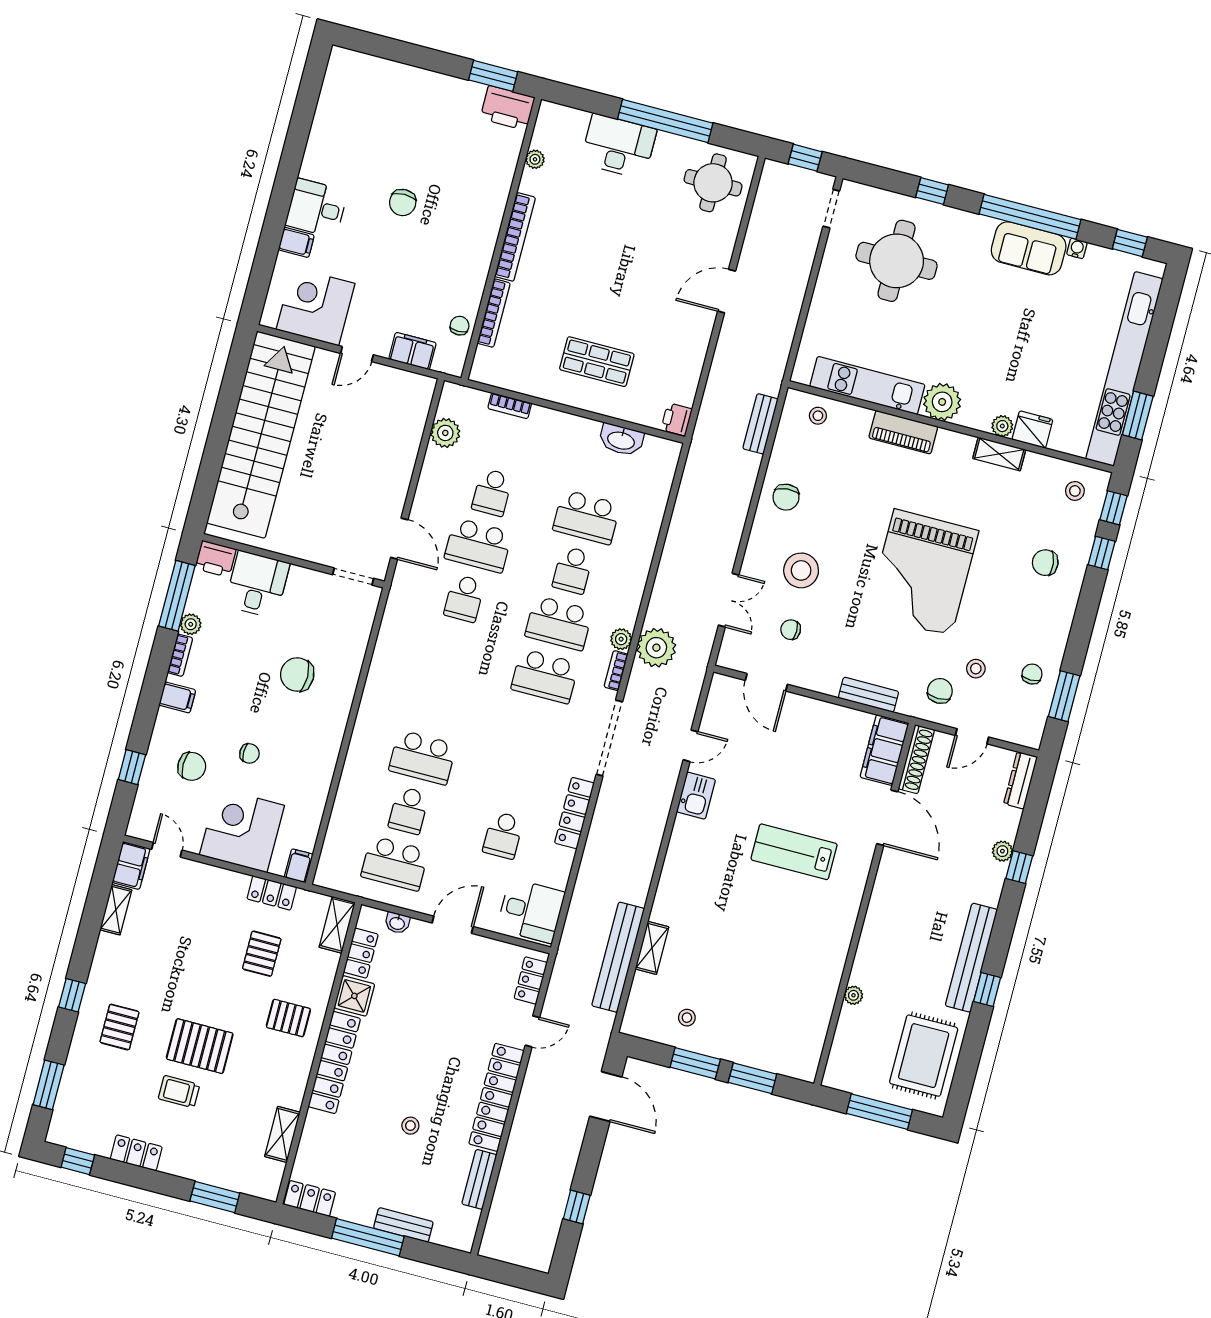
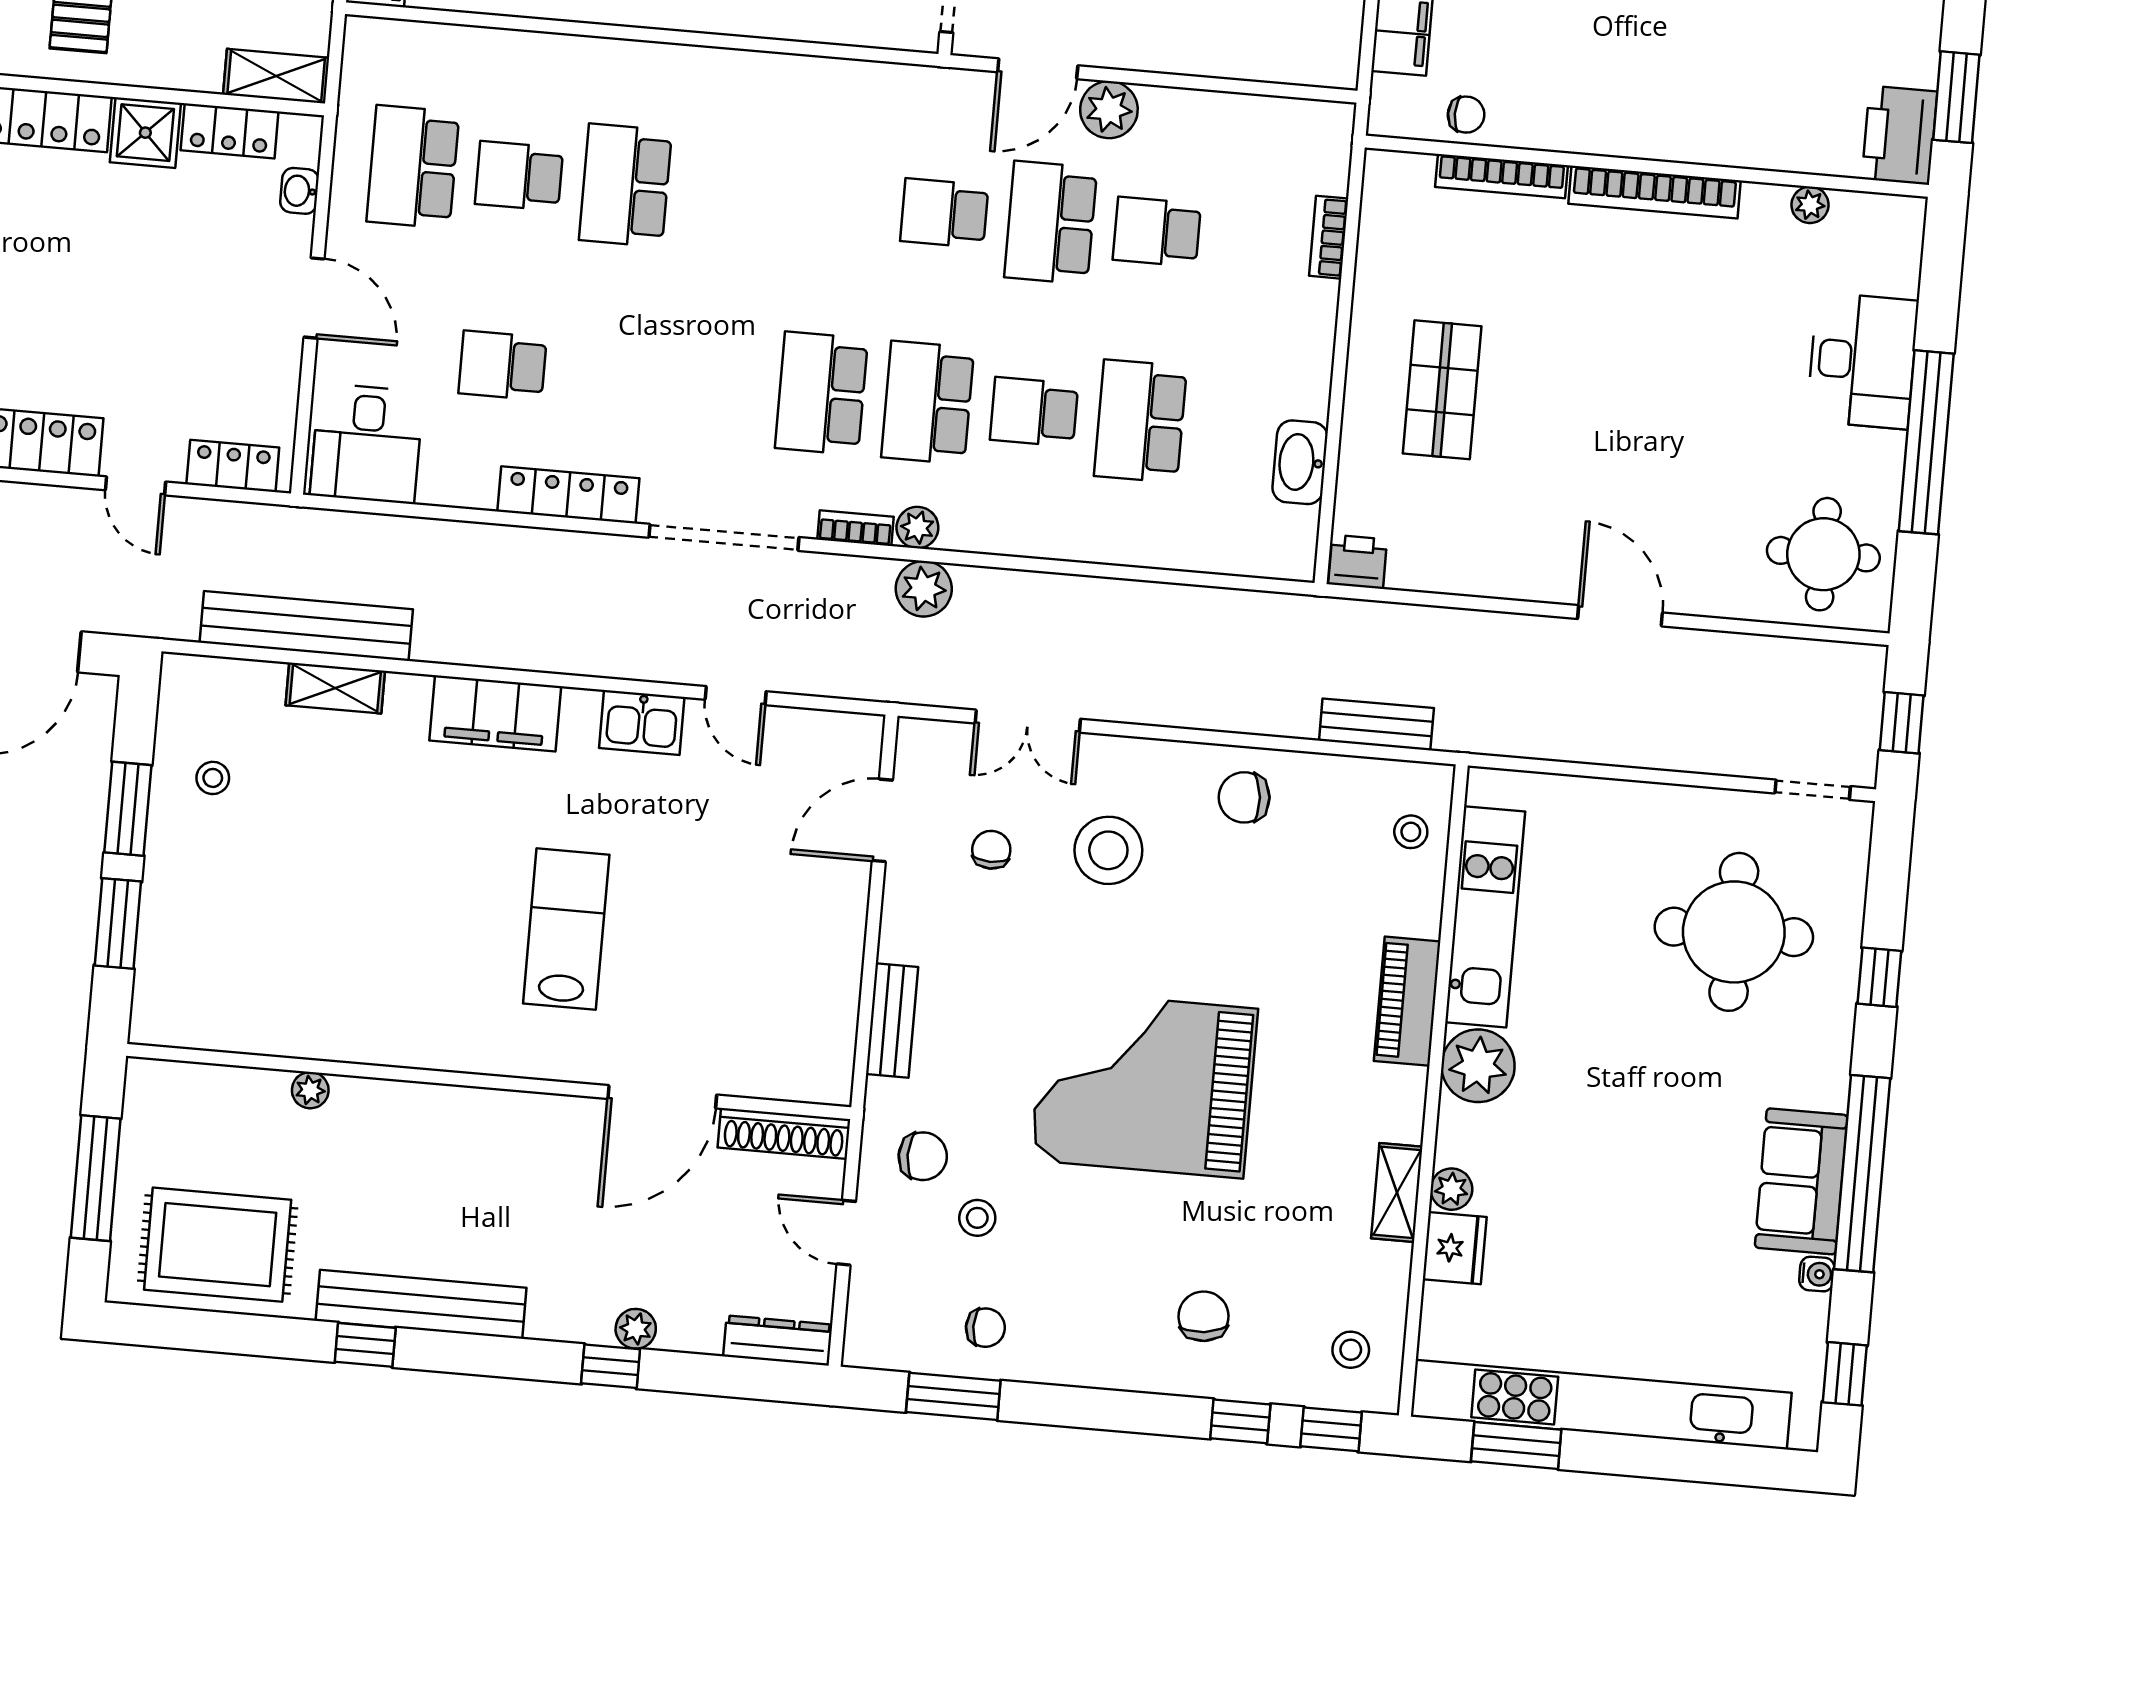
plant: (445, 433) -> (1109, 110), moved
plant: (656, 648) -> (924, 589), width x0.73, depth x0.73
filing cabinet: (884, 750) -> (495, 713), moved, turned 180

